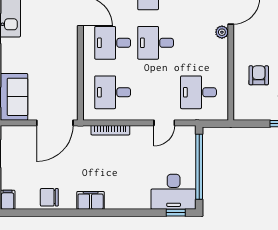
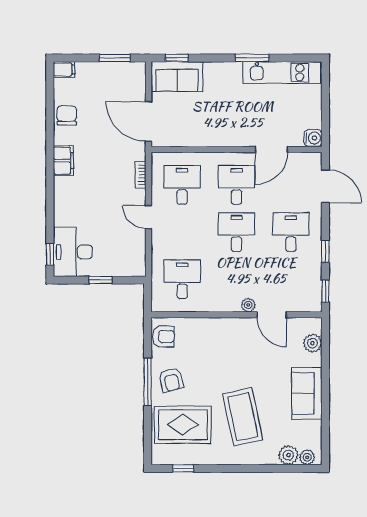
armchair: (259, 75) -> (163, 336), moved
door: (164, 123) -> (149, 217), moved
bookcase: (110, 130) -> (140, 175), width x0.64
window: (199, 167) -> (100, 280), width x0.32

